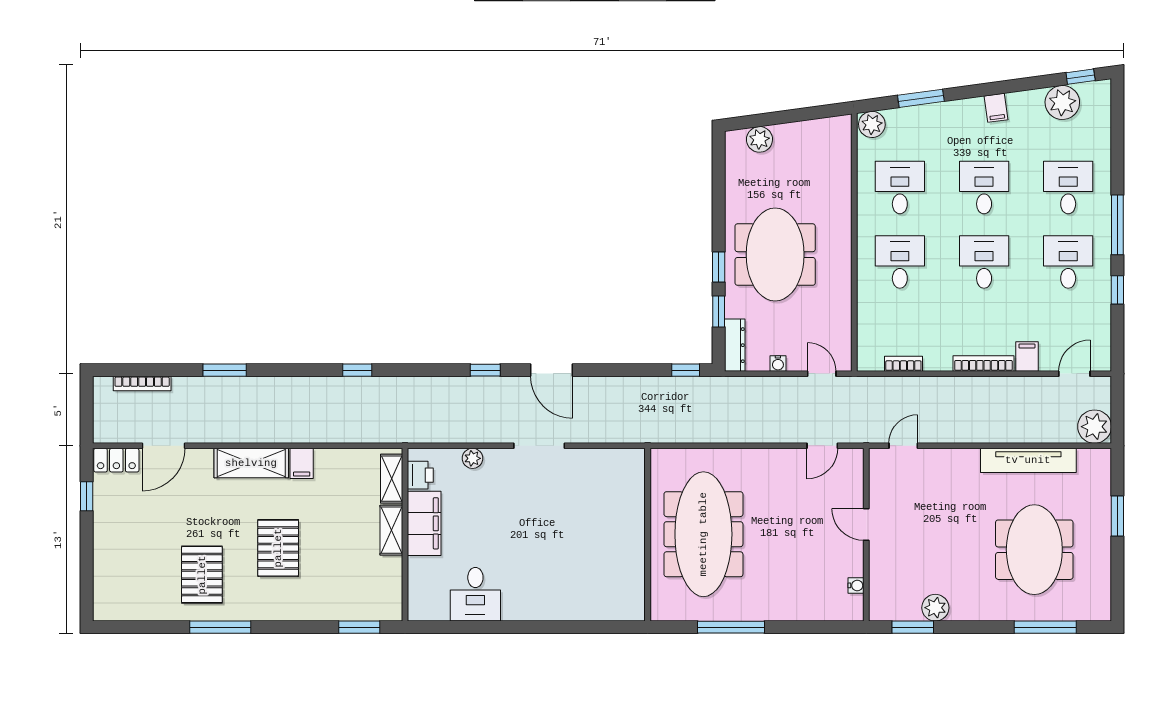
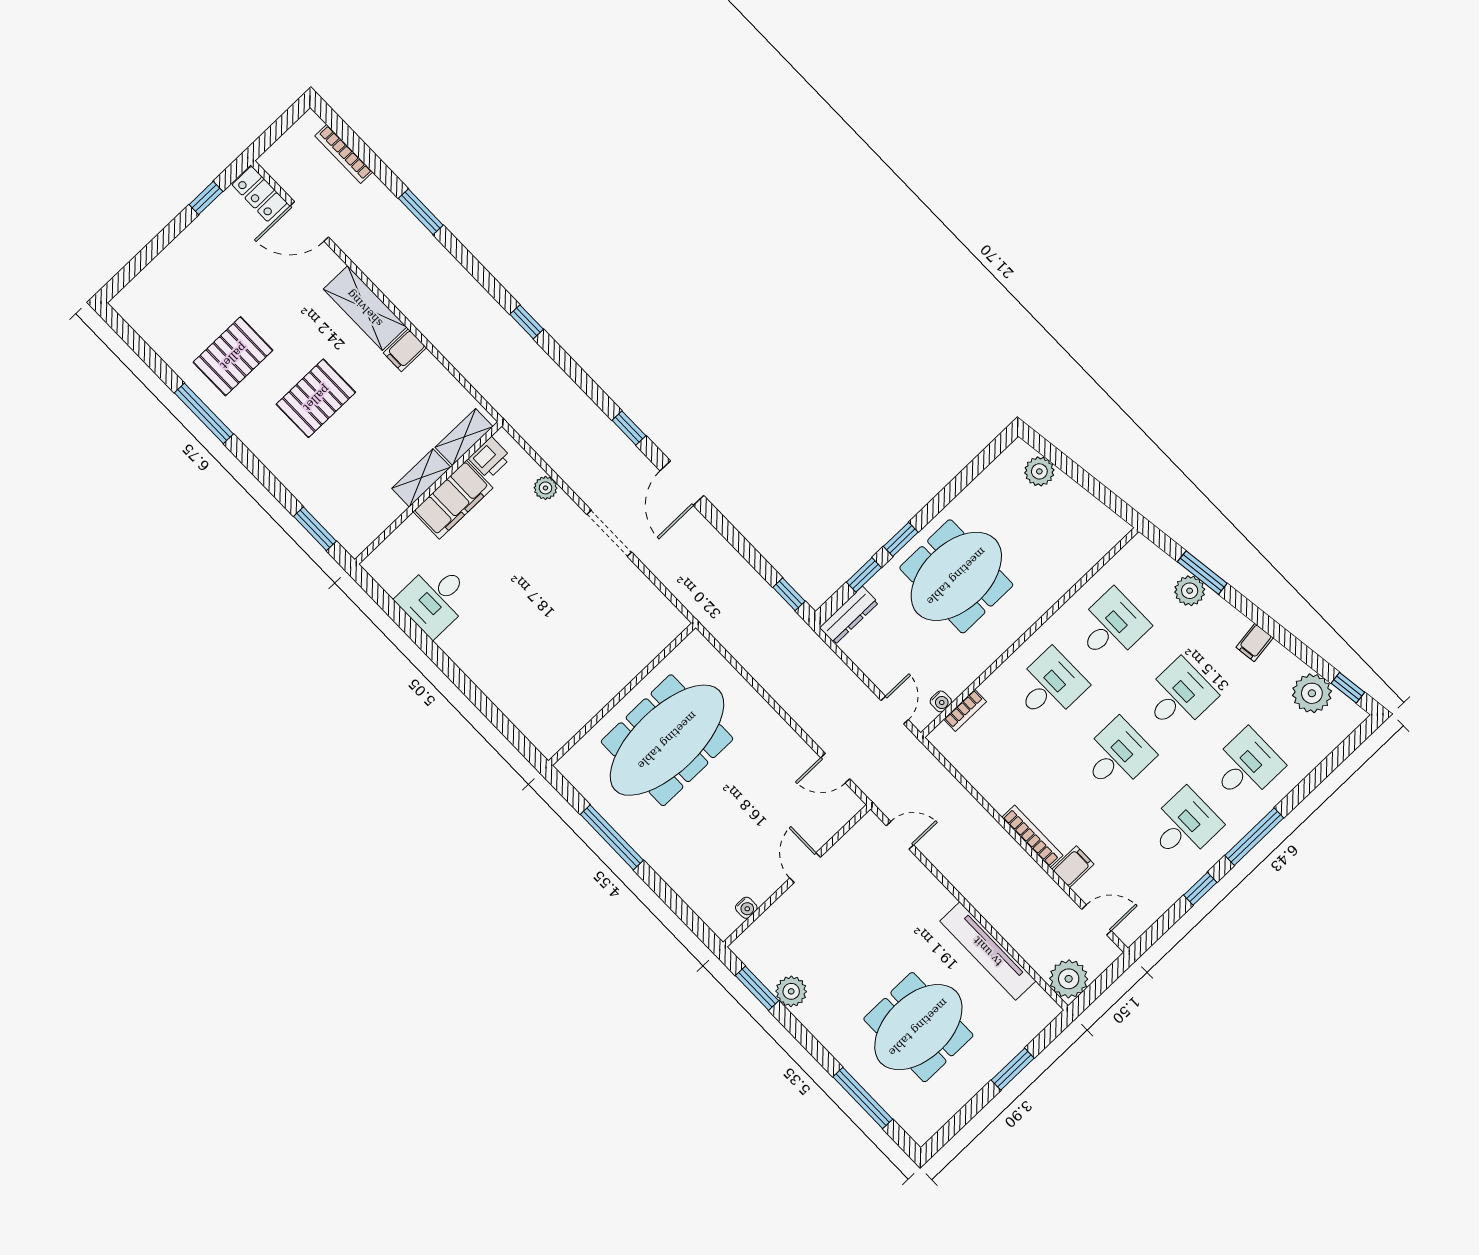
plant: (872, 124) -> (1190, 591), moved
water cooler: (778, 363) -> (941, 701), moved, turned -90
bookcase: (903, 364) -> (965, 710), moved, turned 90

